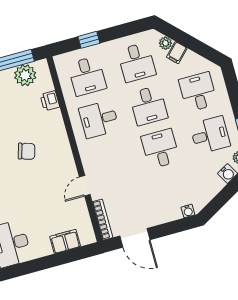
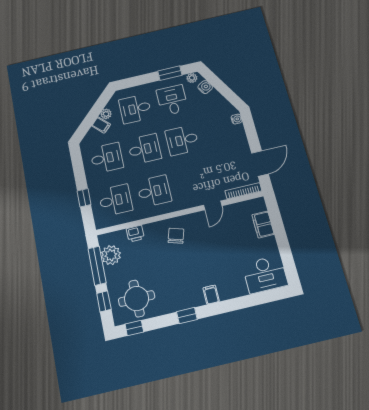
plant: (165, 43) -> (106, 114), moved
desk: (99, 119) -> (154, 191), turned -90
chair: (27, 151) -> (176, 236), moved
door: (85, 186) -> (213, 205), hinge flipped

